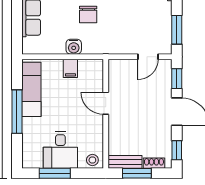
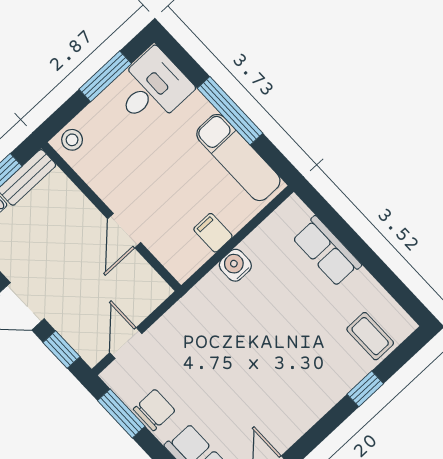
chair: (88, 15) -> (154, 410), moved, turned 90
door: (106, 103) -> (124, 231), swing flipped
desk: (60, 150) -> (152, 88), moved, turned 90

